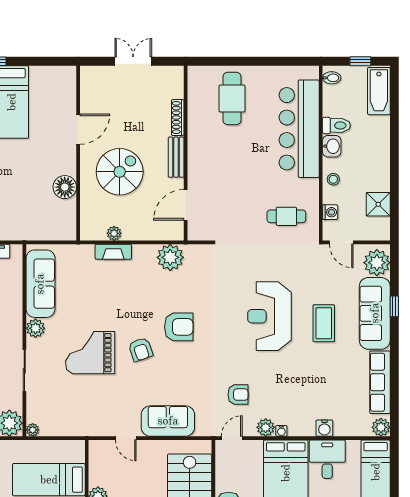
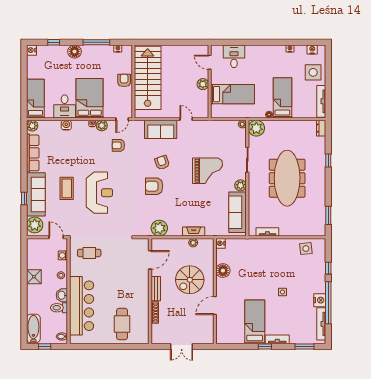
shower: (378, 204) -> (34, 277), moved
nightstand: (69, 232) -> (220, 243), added
armchair: (141, 349) -> (162, 163), moved

